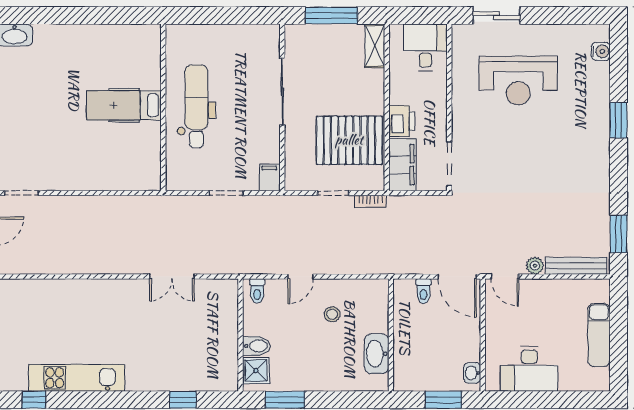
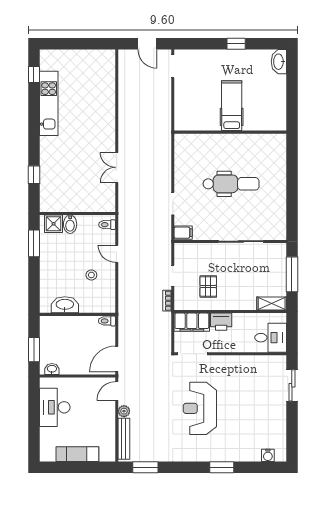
reception desk: (518, 81) -> (200, 408), moved
hospital bed: (124, 105) -> (232, 106), moved
wall: (163, 107) -> (230, 132), moved
pallet: (349, 140) -> (208, 286), width x0.49, depth x0.50
toilet: (424, 291) -> (107, 321), moved

